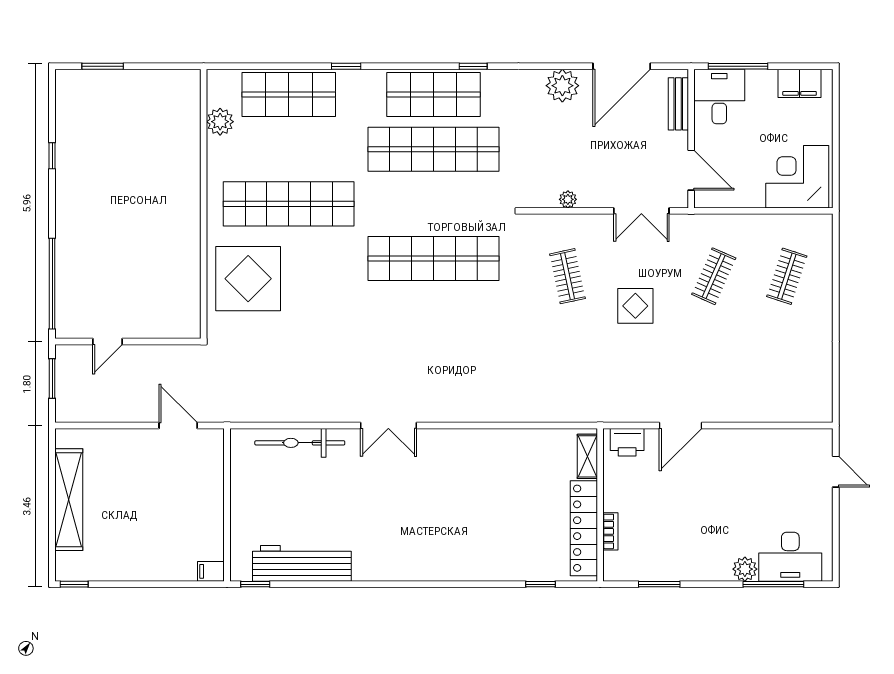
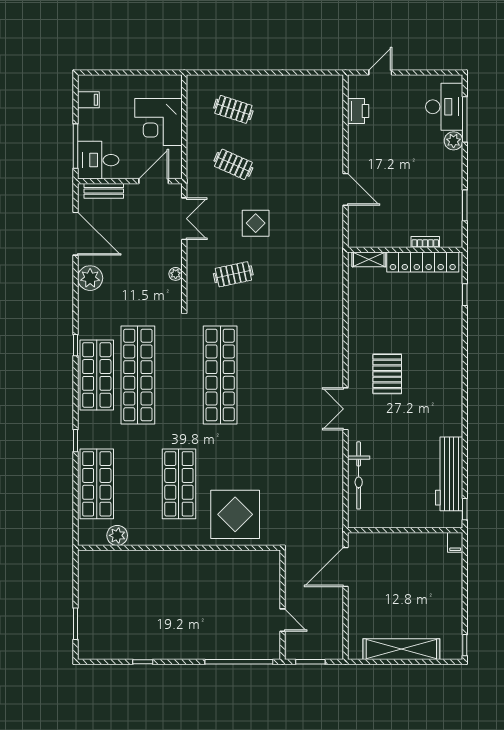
filing cabinet: (800, 83) -> (88, 100), width x0.50
corner desk: (797, 177) -> (159, 122), moved
shop shelf: (289, 204) -> (179, 484), width x0.71
door: (178, 425) -> (346, 567), width x1.36
double door: (388, 425) -> (346, 409), swing flipped
printer: (627, 442) -> (358, 111), moved
pallet: (435, 481) -> (387, 374), added

